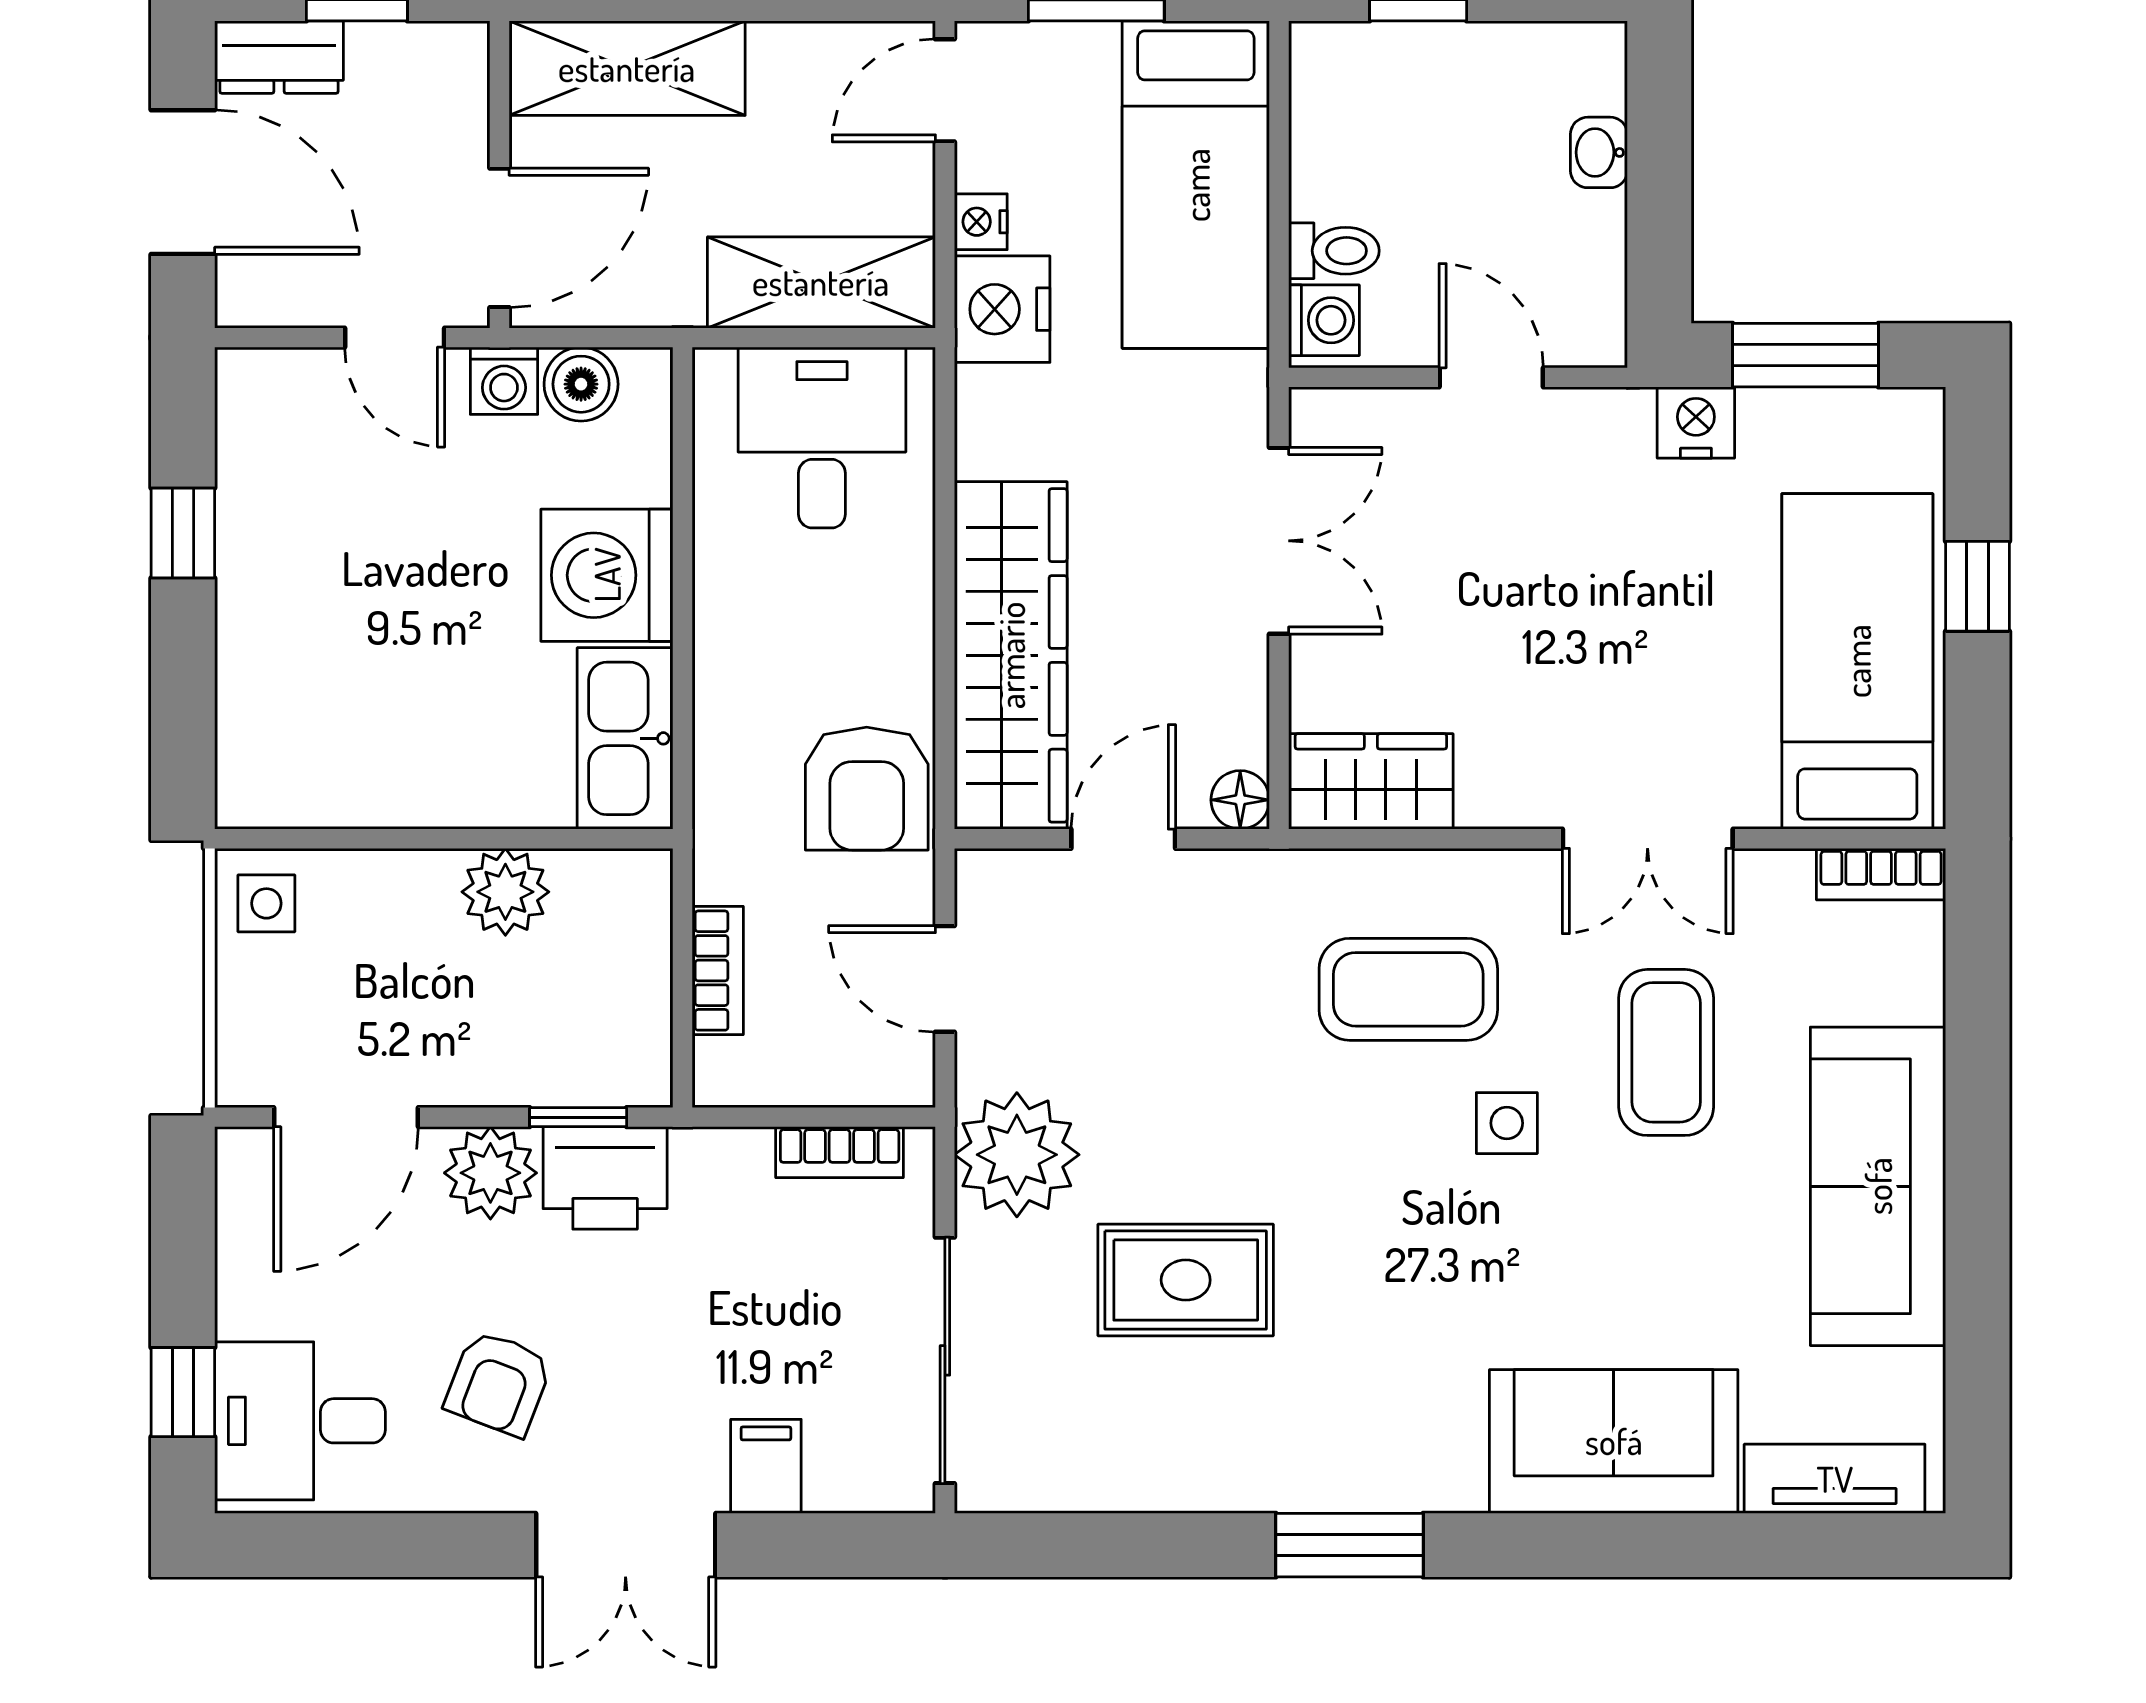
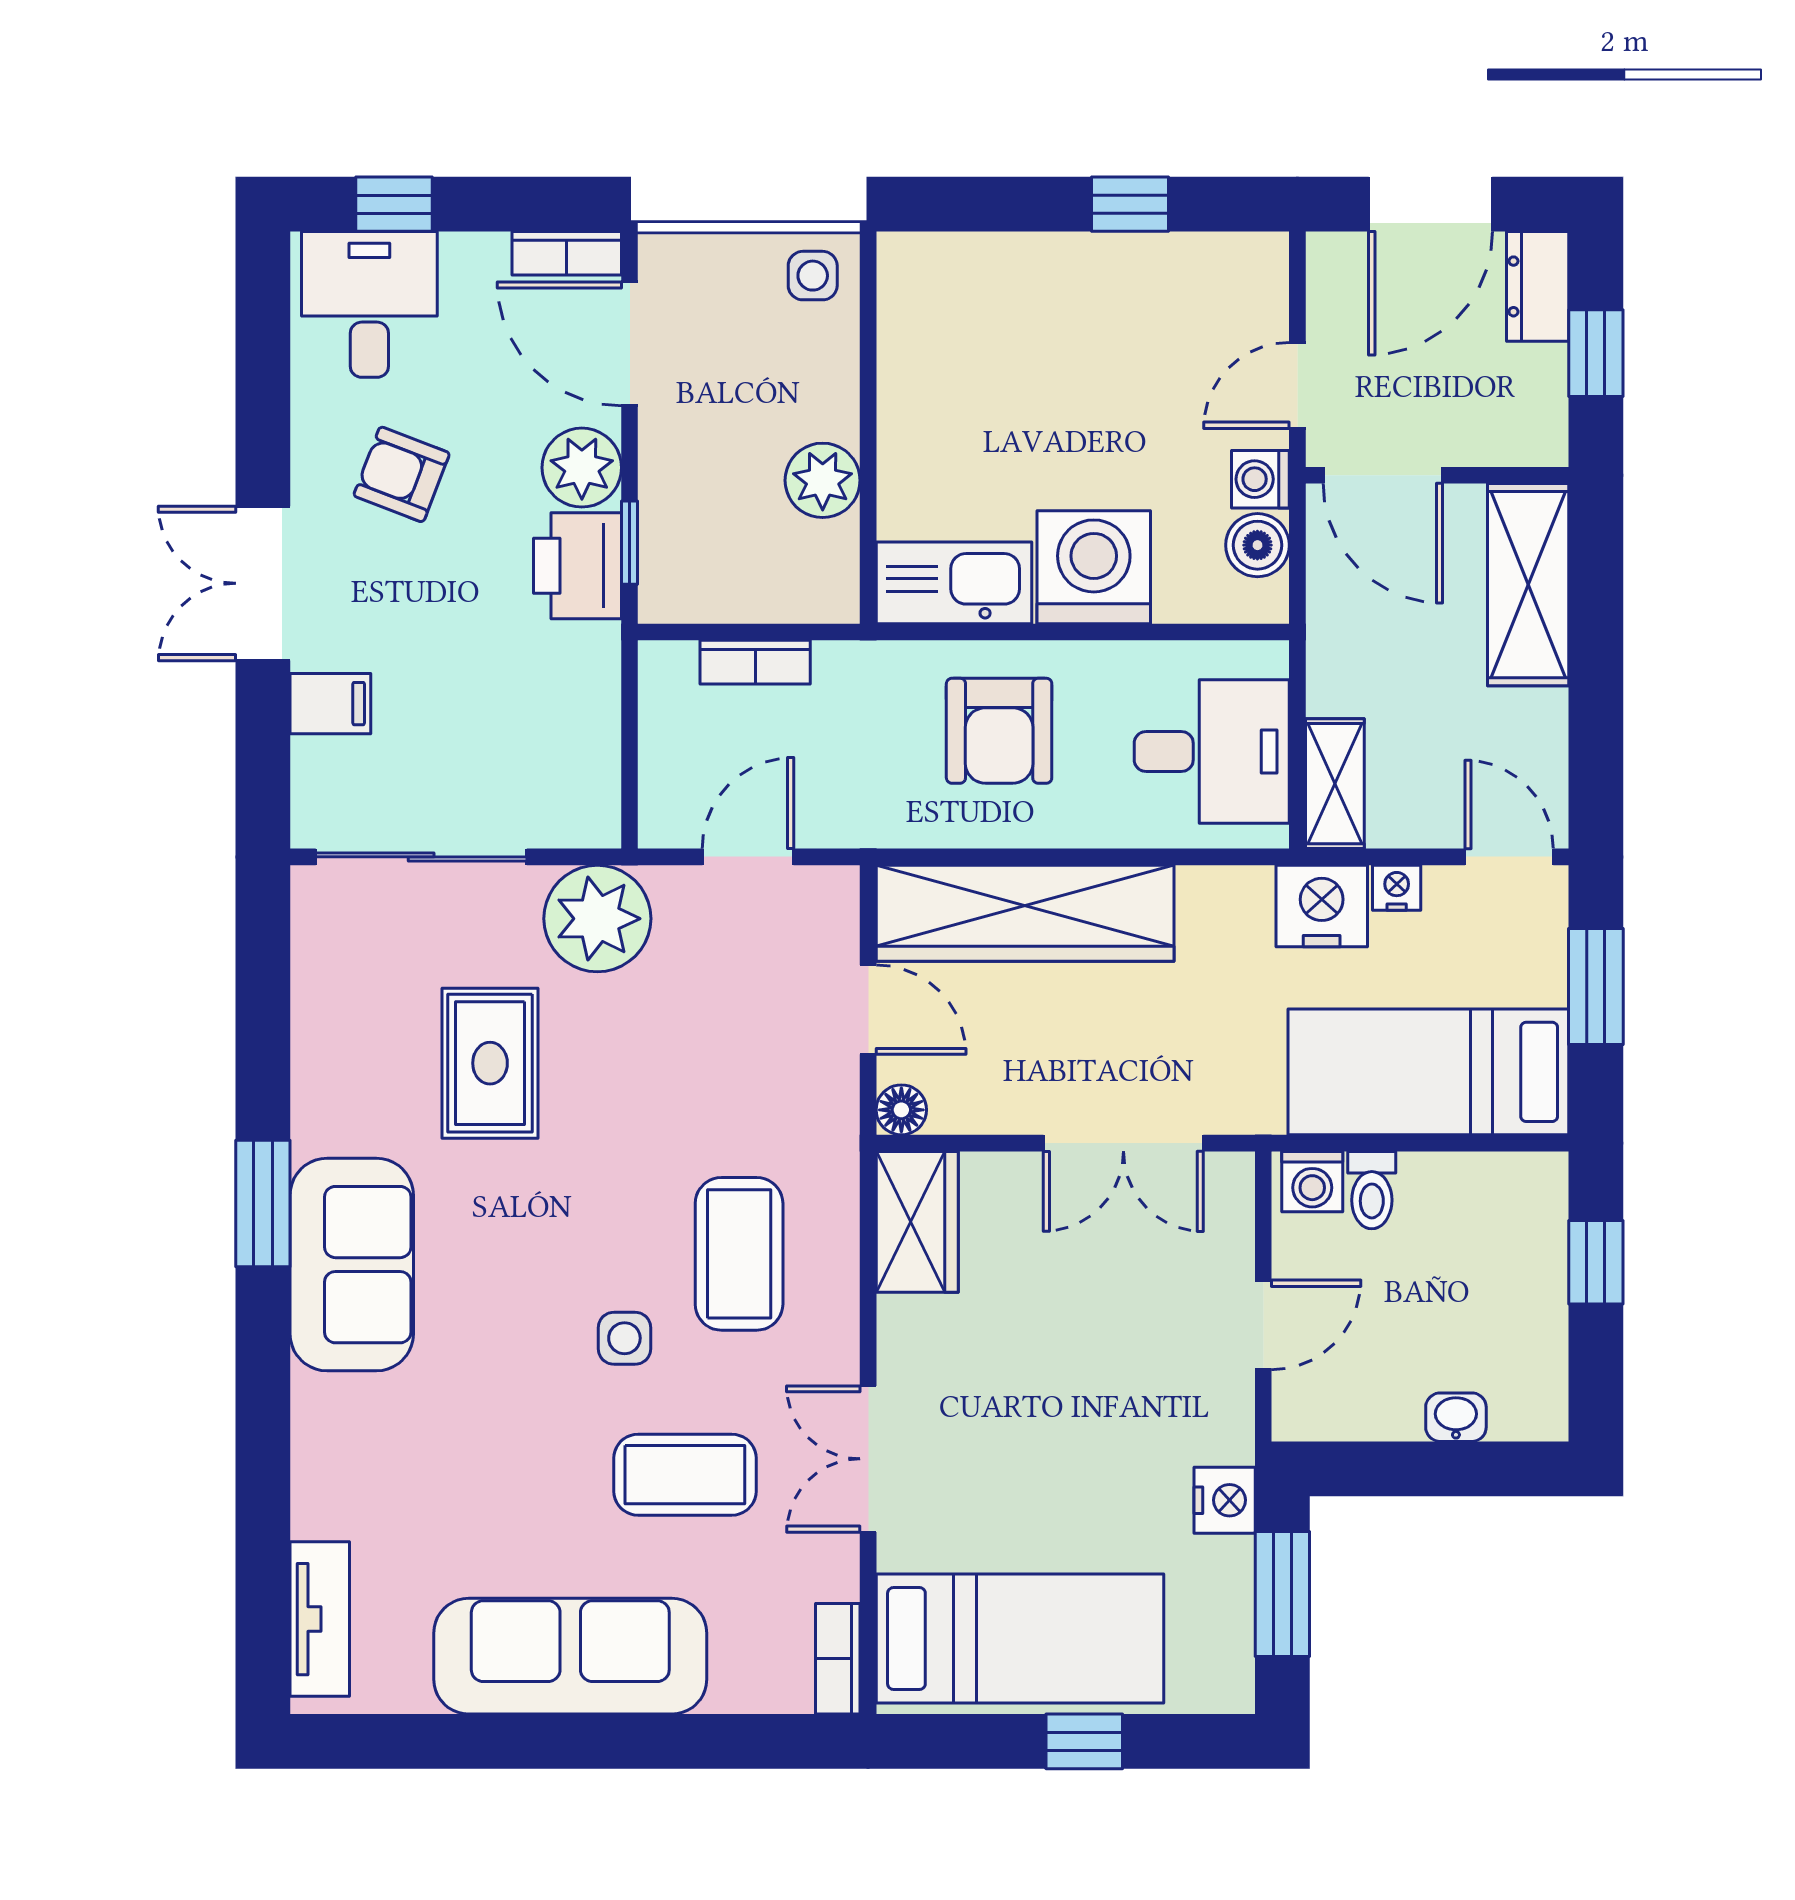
shelving: (821, 282) -> (1335, 784), width x0.67, depth x0.75
armchair: (867, 789) -> (999, 731), moved, turned -90
bookcase: (840, 1152) -> (567, 253), moved, turned -90
sofa: (1614, 1441) -> (352, 1265), moved

